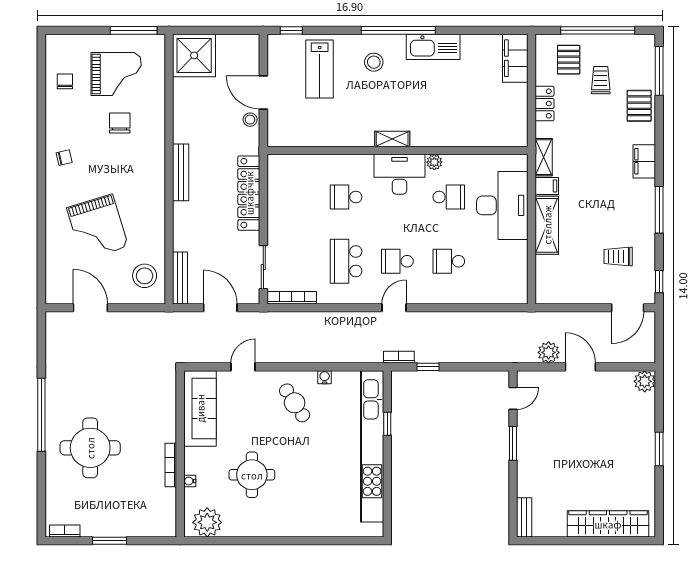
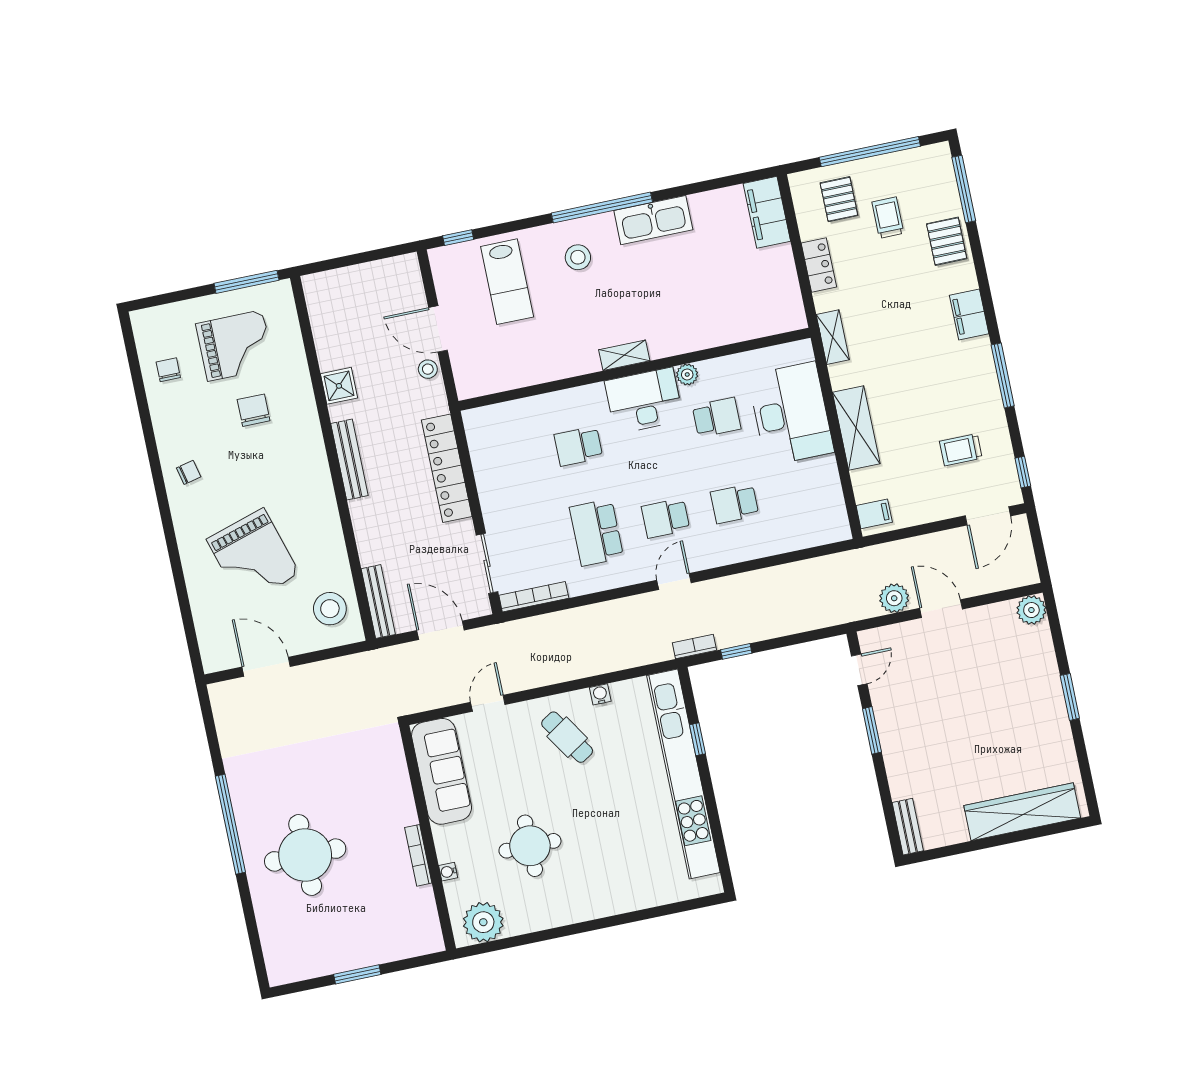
shower: (194, 55) -> (339, 386), moved, width x0.54, depth x0.54
filing cabinet: (547, 186) -> (874, 514), moved
bookcase: (65, 531) -> (294, 974), removed

